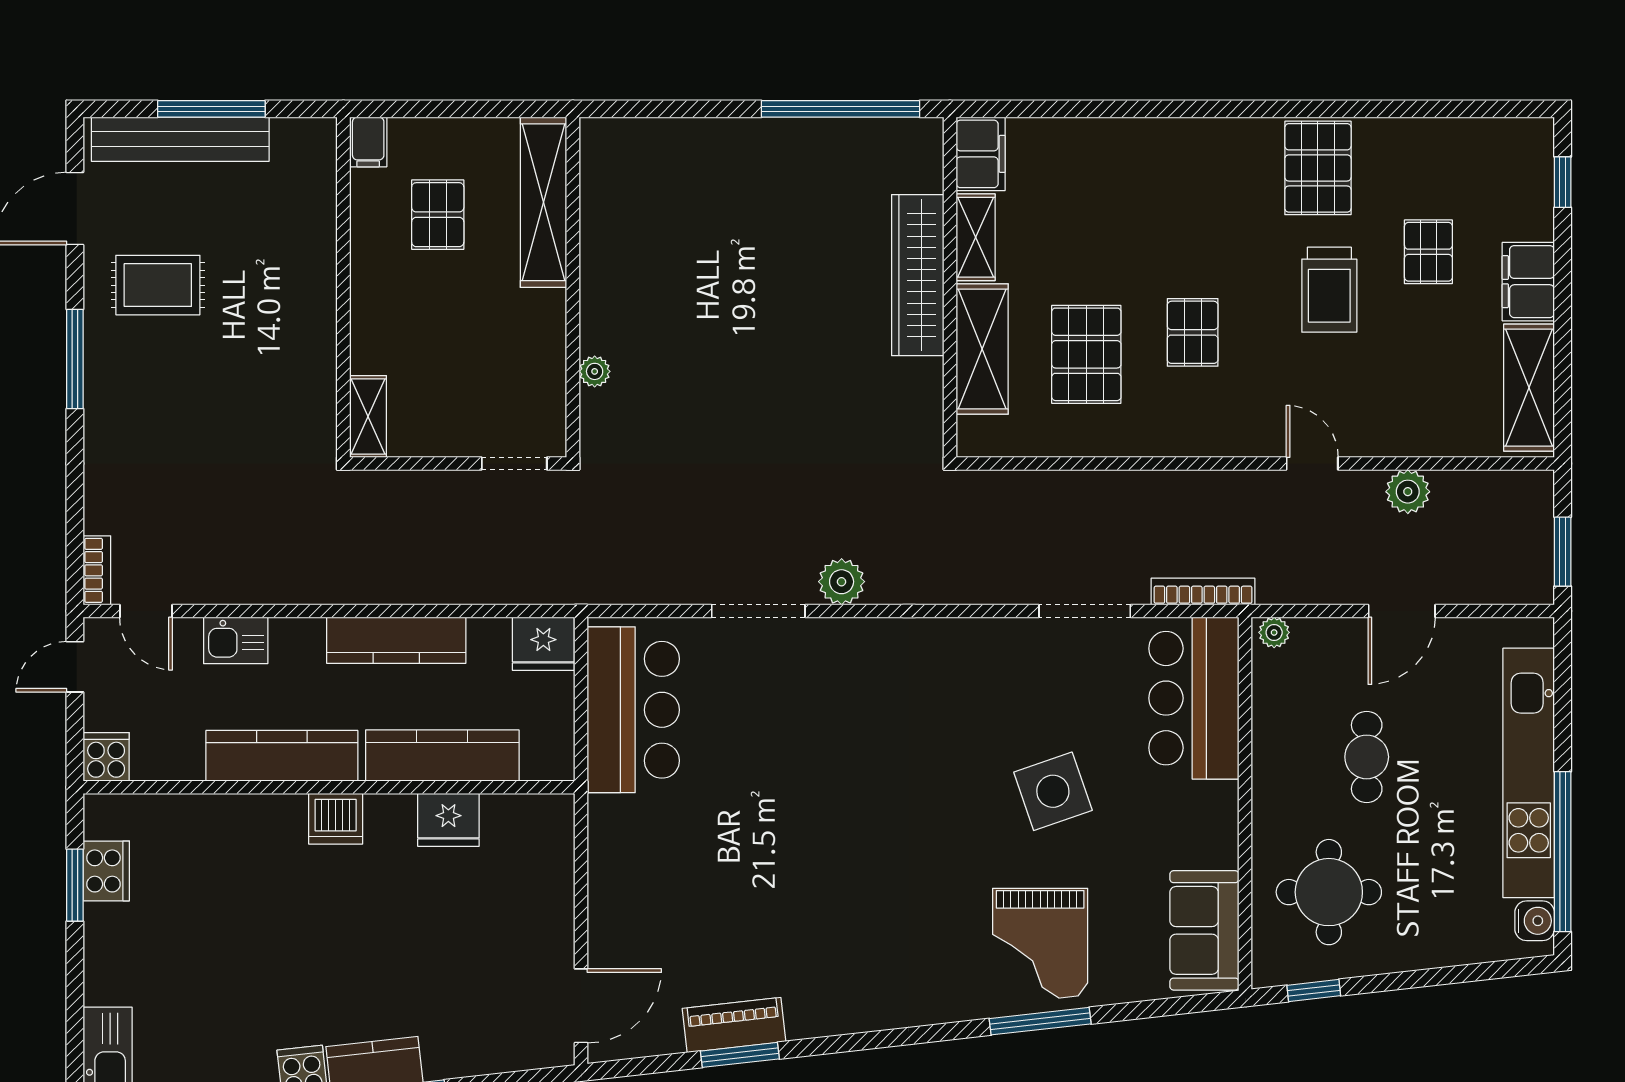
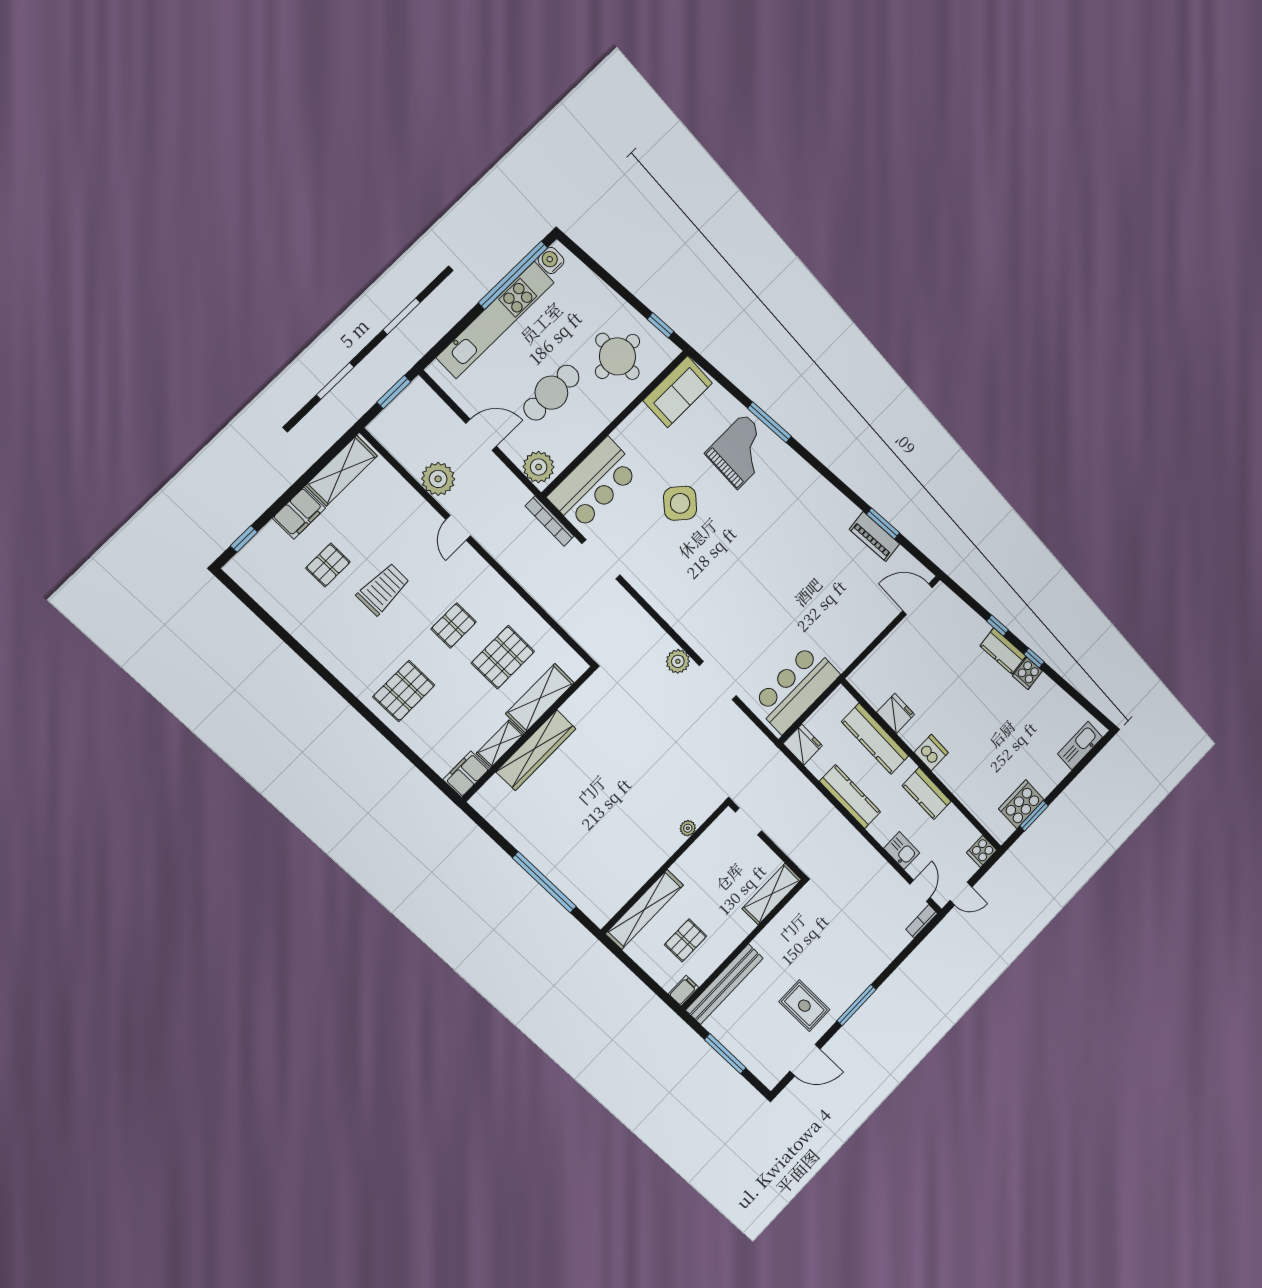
window: (841, 109) -> (544, 882), moved
bench: (180, 139) -> (724, 984), moved, turned 90
pallet: (1318, 168) -> (404, 691), moved
shelving: (368, 416) -> (772, 894), width x1.50, depth x1.33
plant: (1408, 492) -> (438, 479), width x1.36, depth x1.36
plant: (1274, 632) -> (539, 467), width x1.88, depth x1.88
kitchen counter: (282, 756) -> (927, 793), width x0.67
cafe table: (1367, 757) -> (551, 393), width x1.37, depth x1.35
side table: (1053, 791) -> (680, 503), turned -31
cooker: (106, 871) -> (1021, 804), width x1.37, depth x1.31

